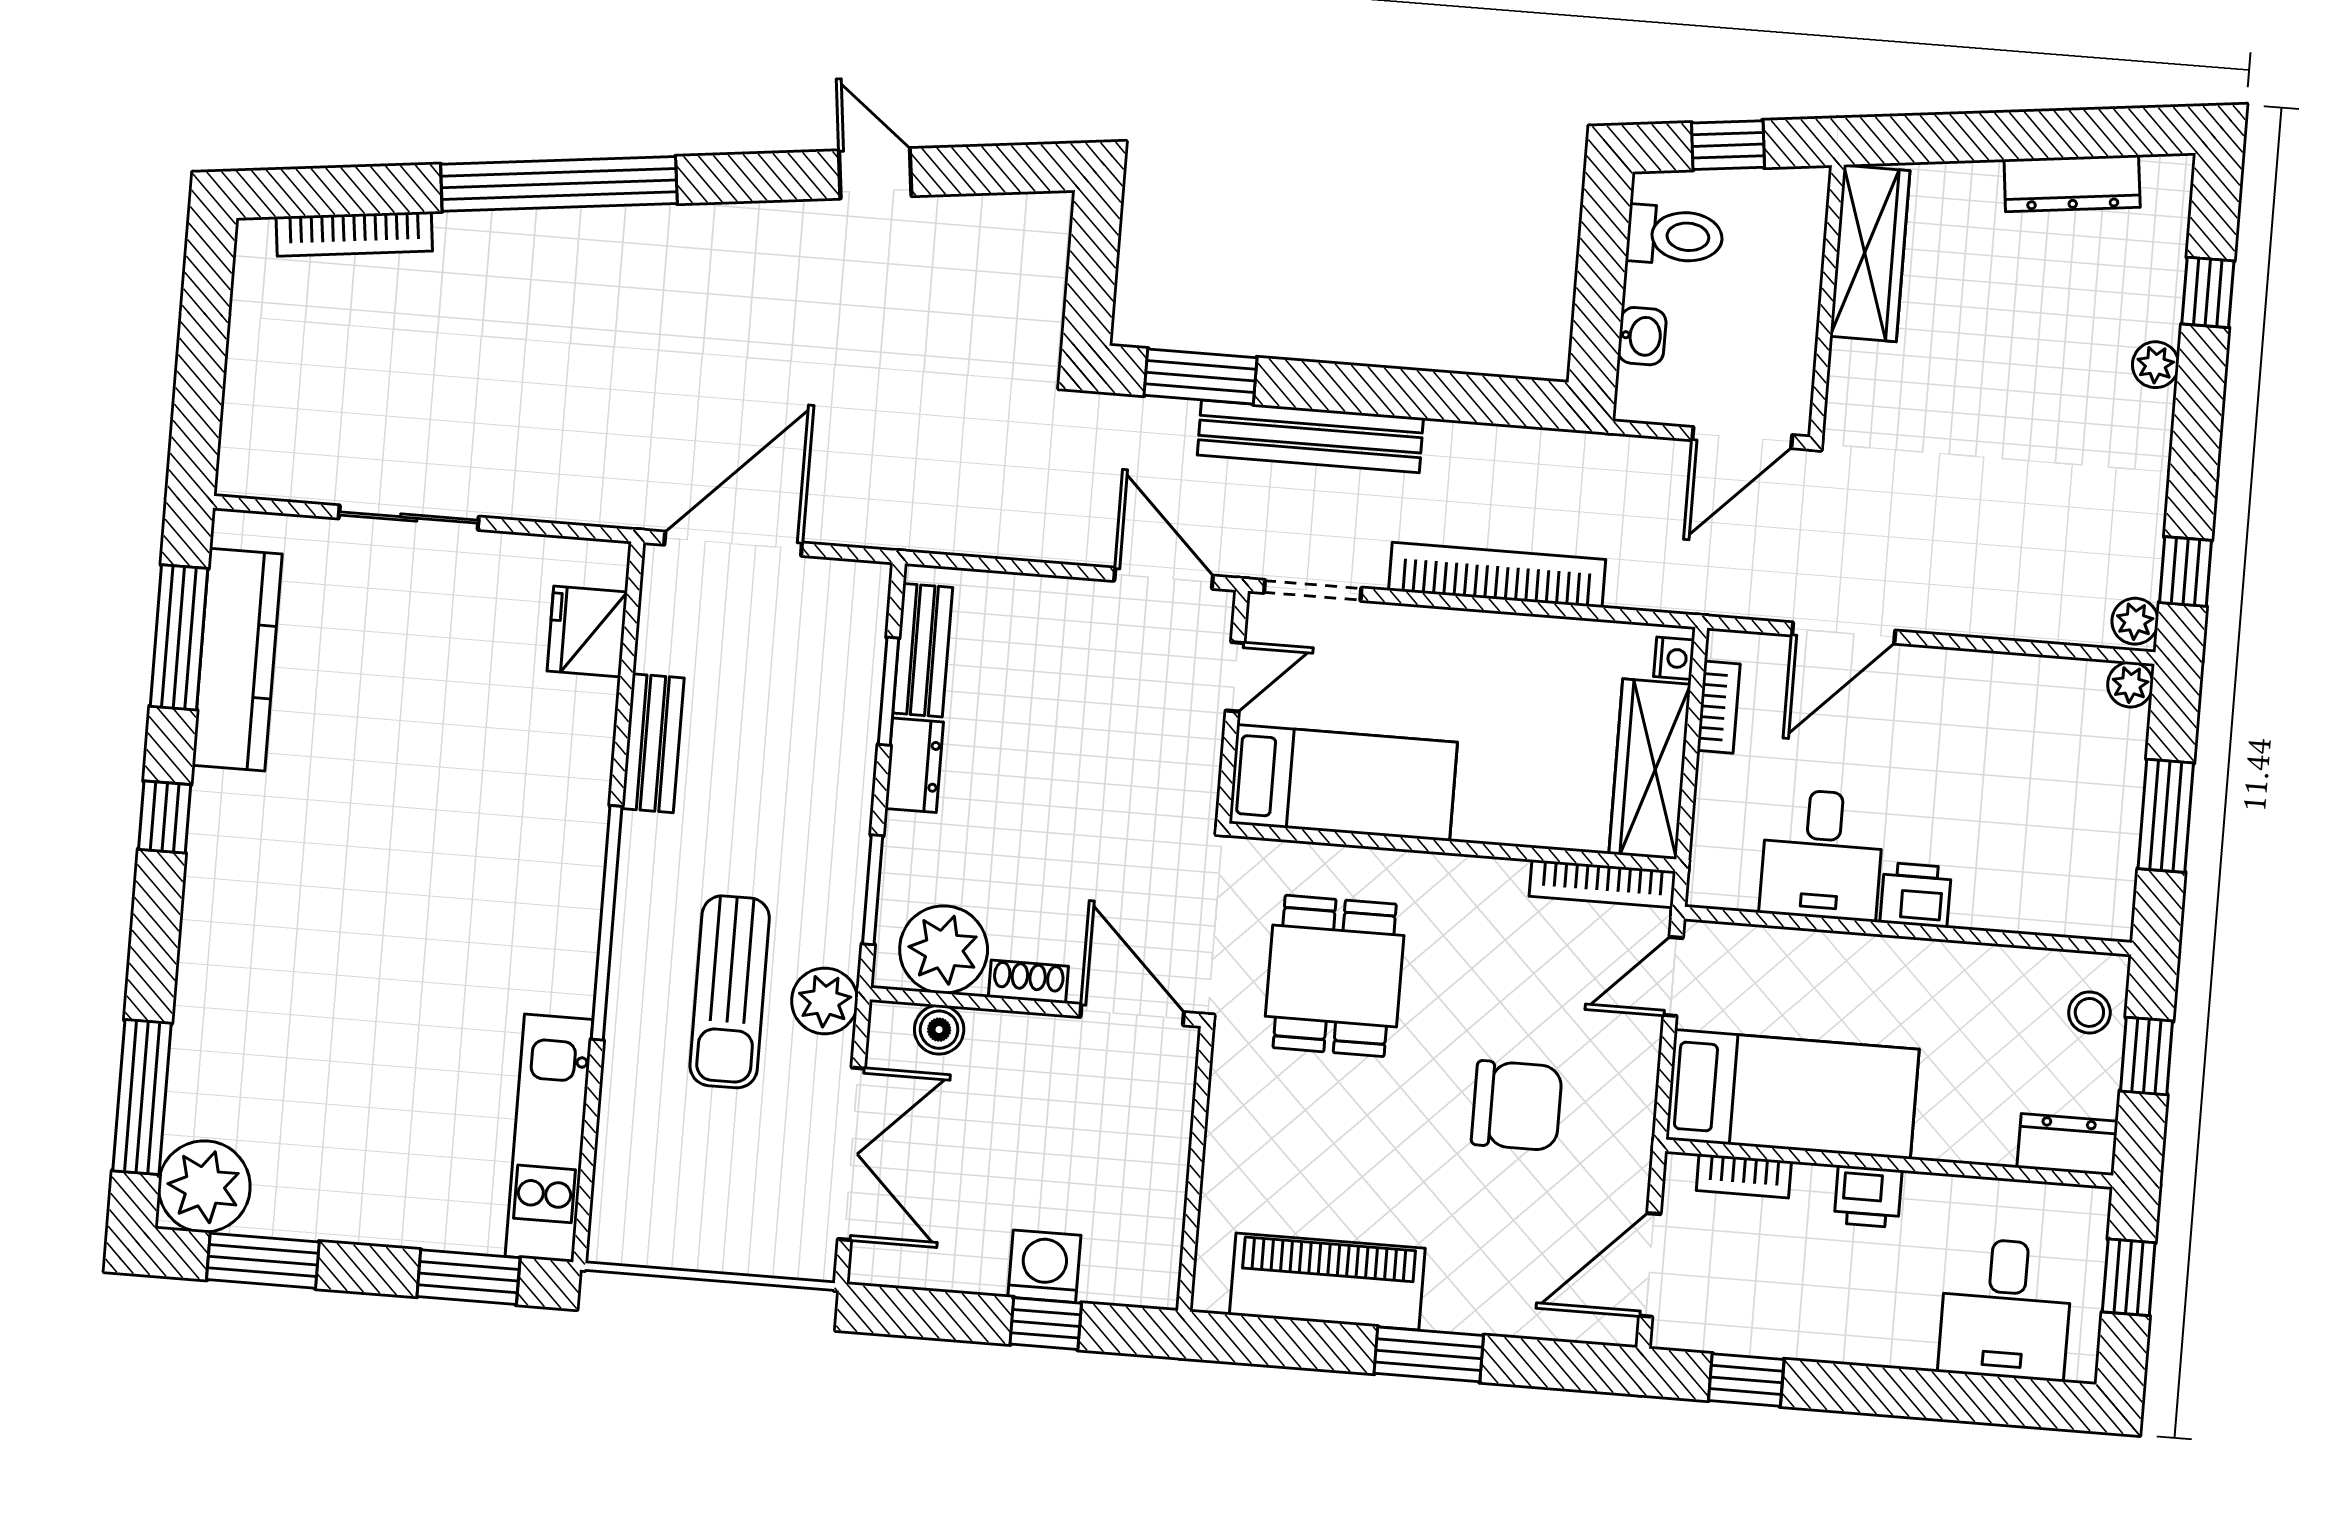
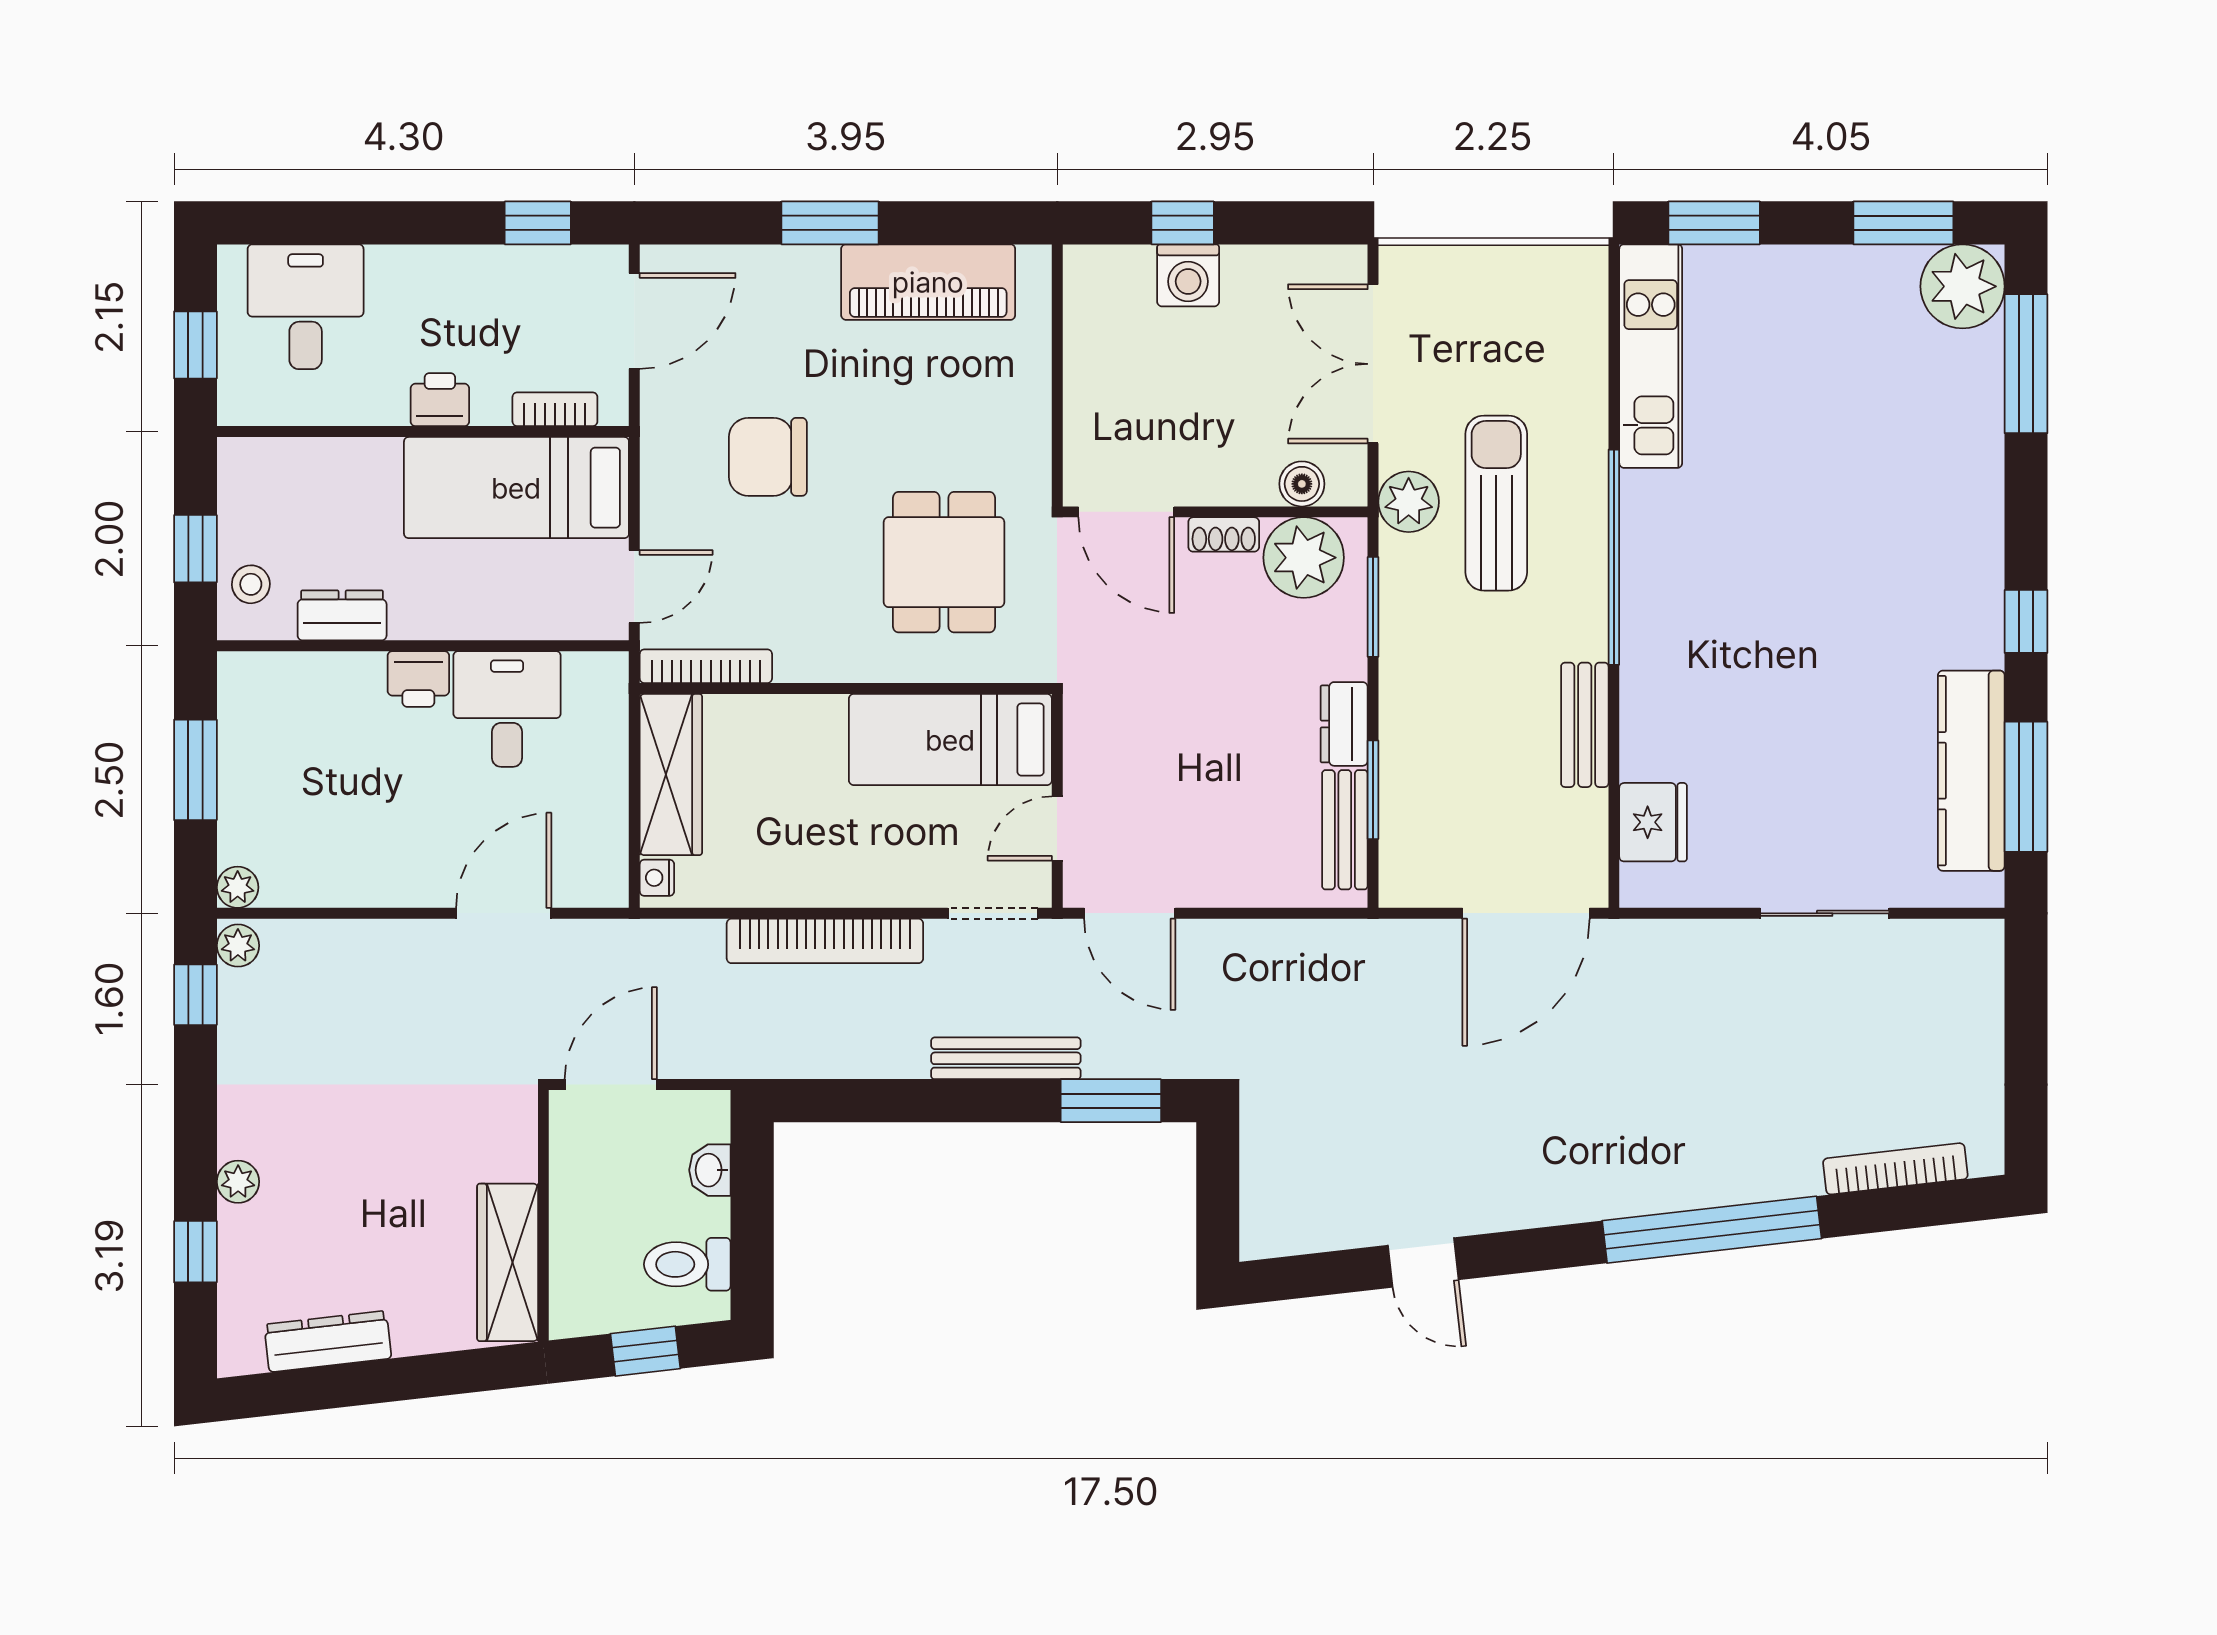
bench: (1310, 436) -> (1006, 1058), width x0.73, depth x0.82
bookcase: (1719, 707) -> (613, 836), removed
dresser: (2067, 1144) -> (342, 615), moved, turned 180

